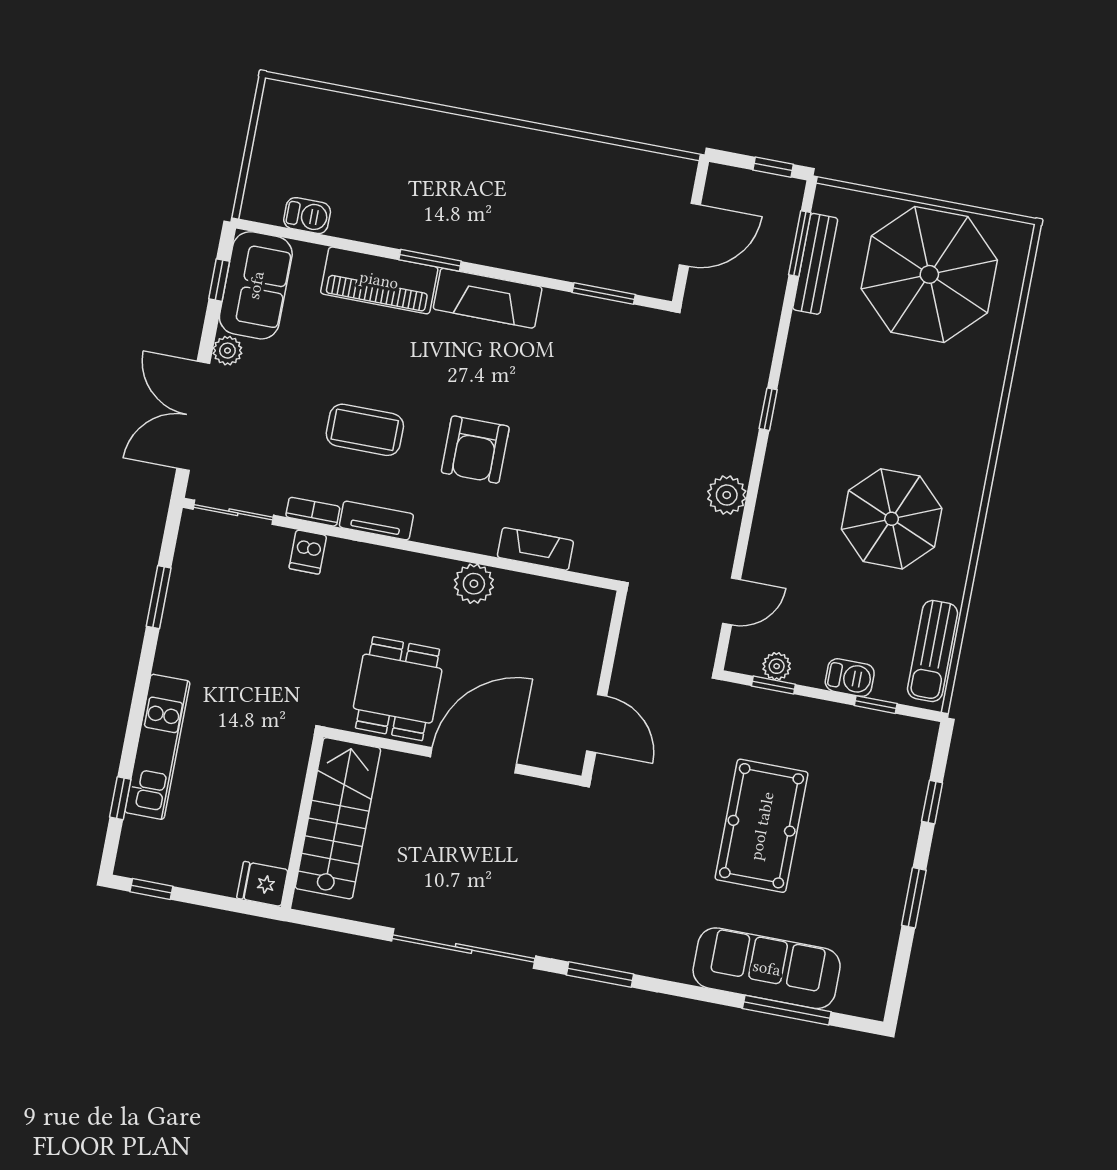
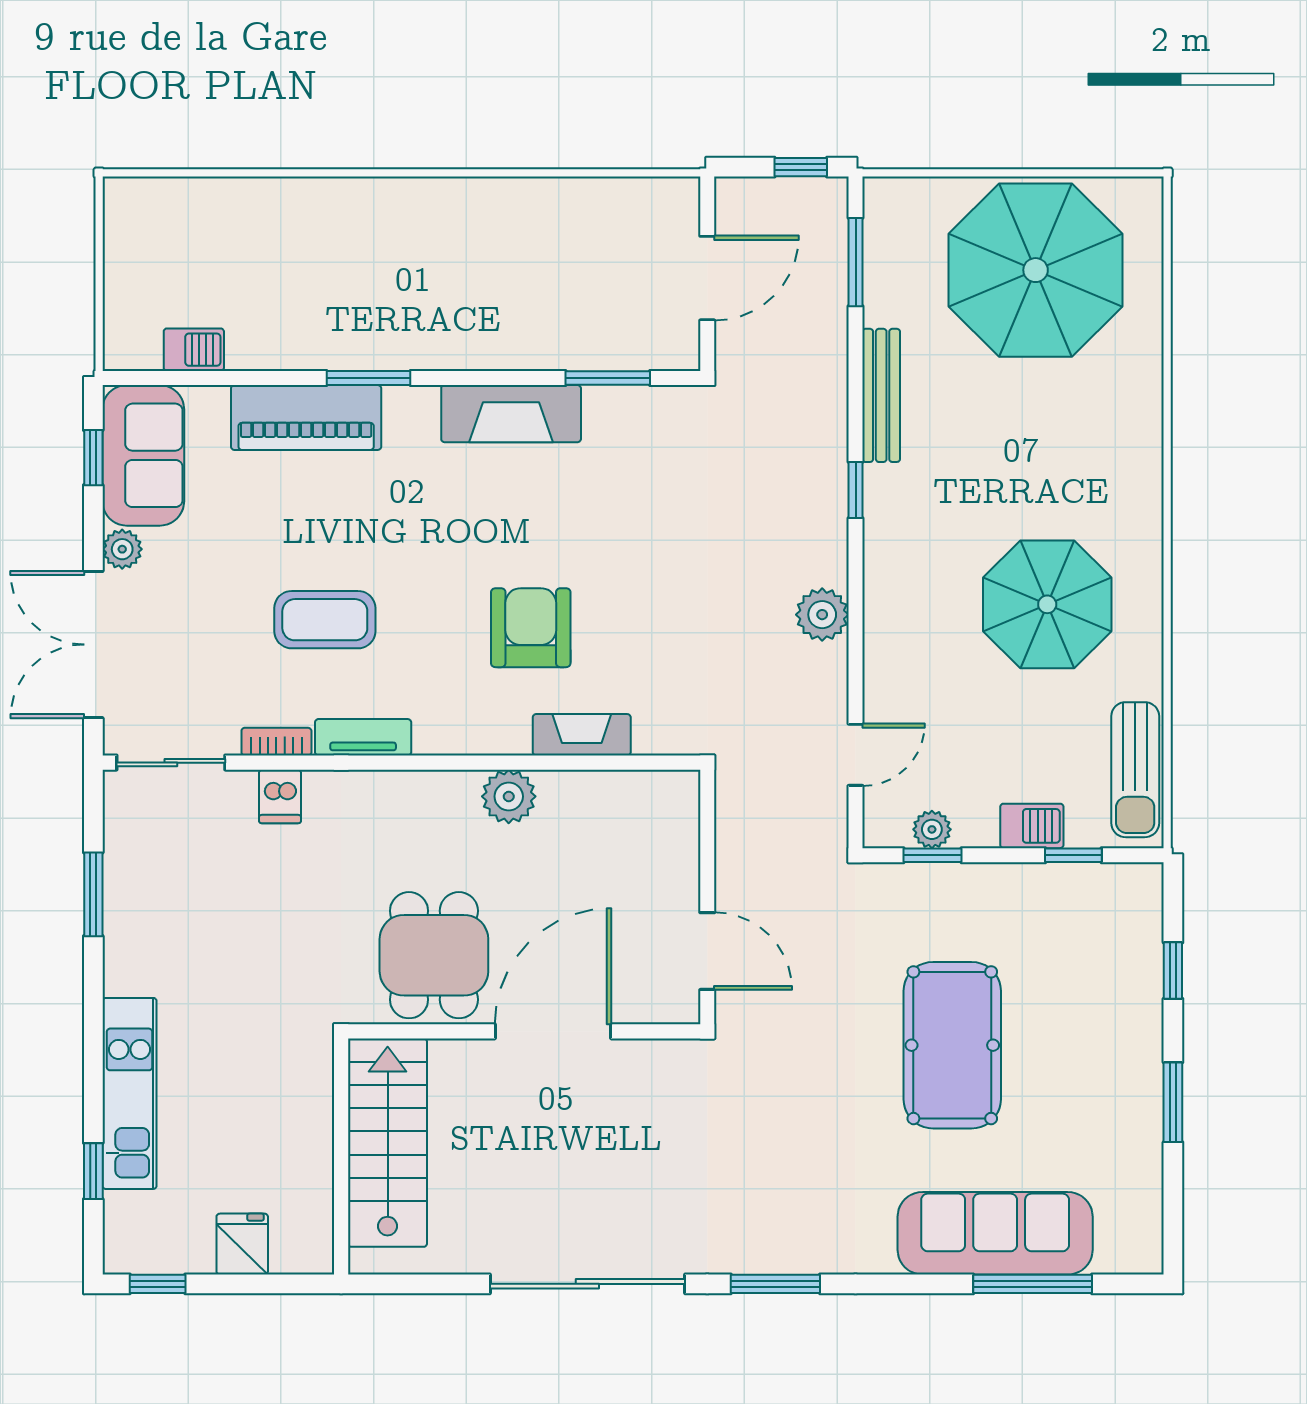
bench: (815, 264) -> (881, 395), moved
fireplace: (488, 298) -> (511, 414), moved
armchair: (475, 450) -> (531, 628), moved, turned 180
fridge: (262, 884) -> (242, 1244), moved, turned 90

